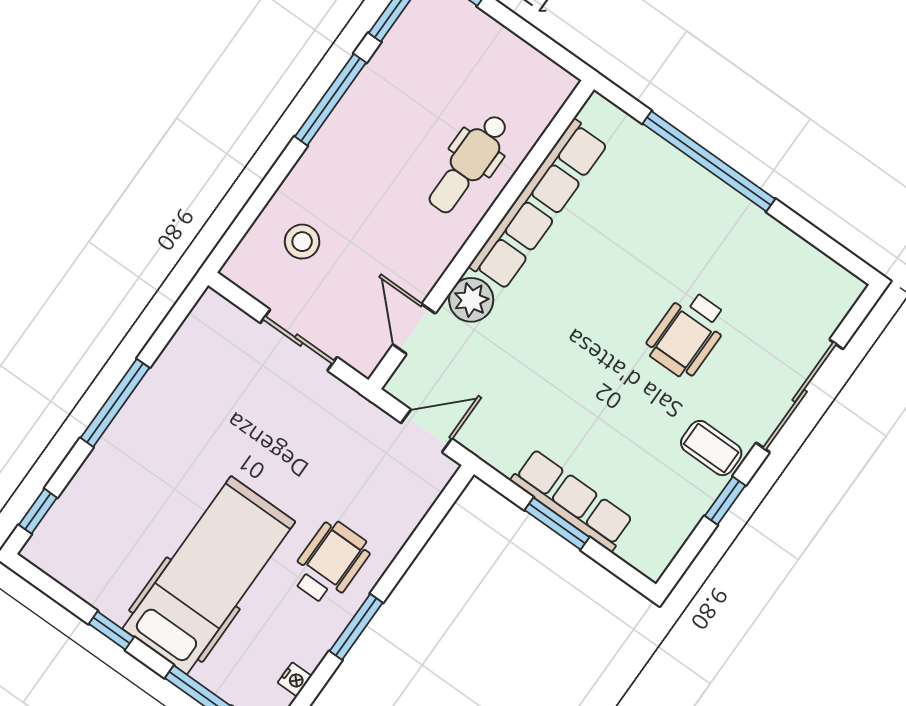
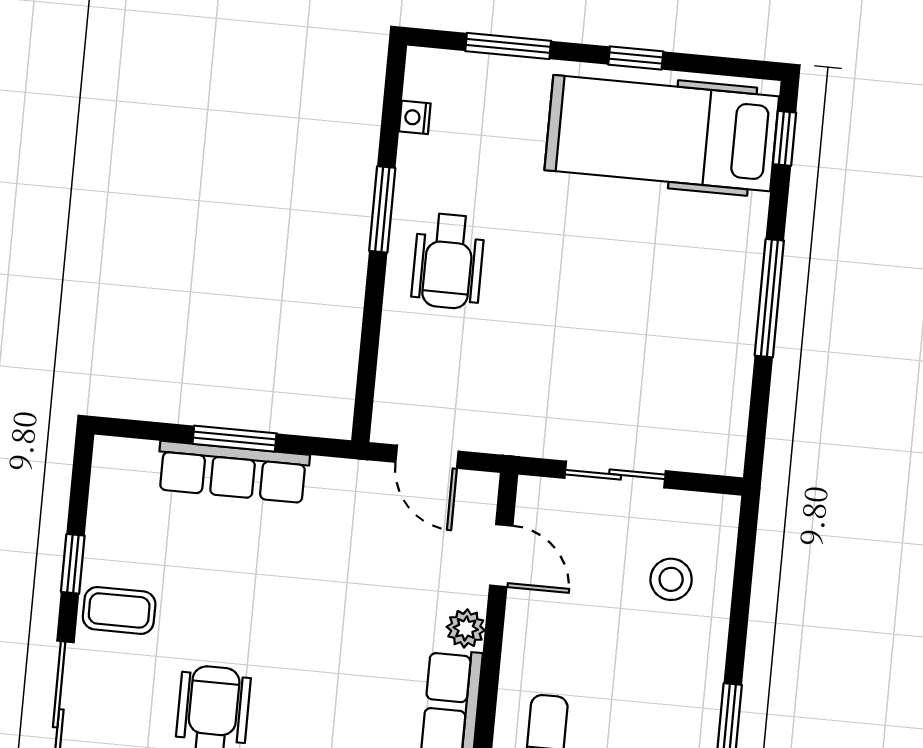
plant: (471, 300) -> (466, 628), width x0.73, depth x0.73
door: (427, 431) -> (427, 457), hinge flipped
hospital bed: (209, 575) -> (662, 133), moved, turned 90

